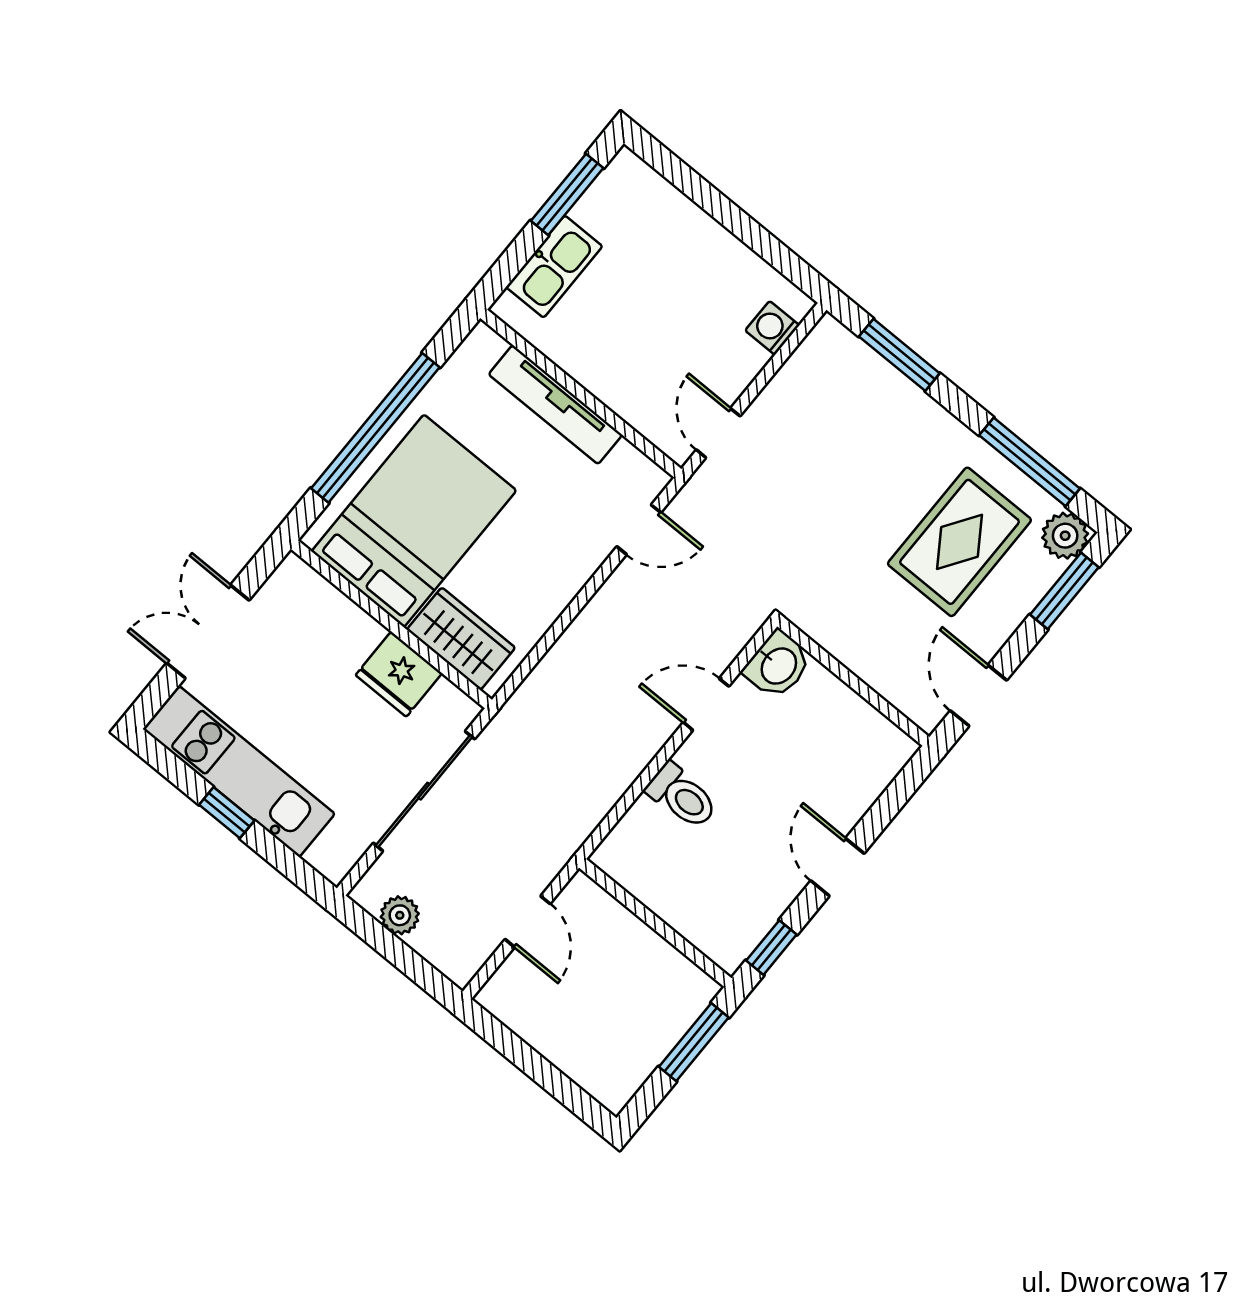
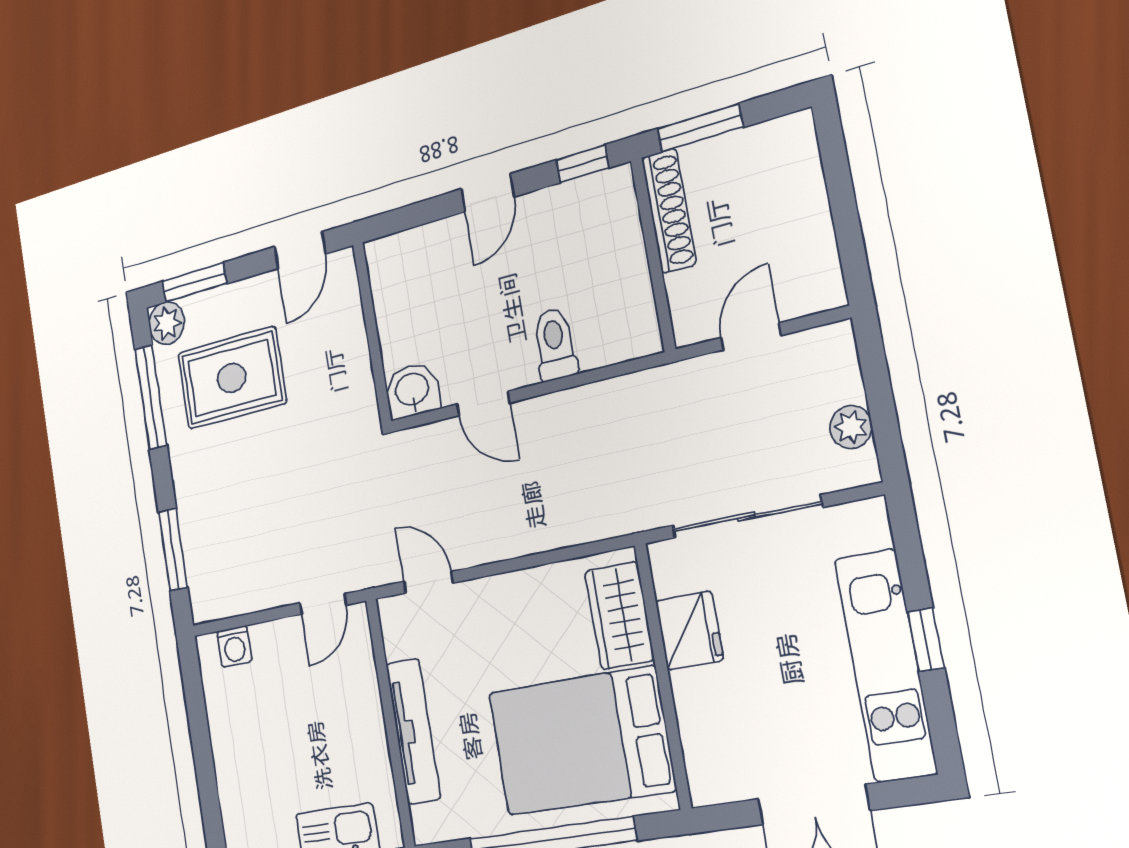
shoe rack: (669, 964) -> (669, 211), added

